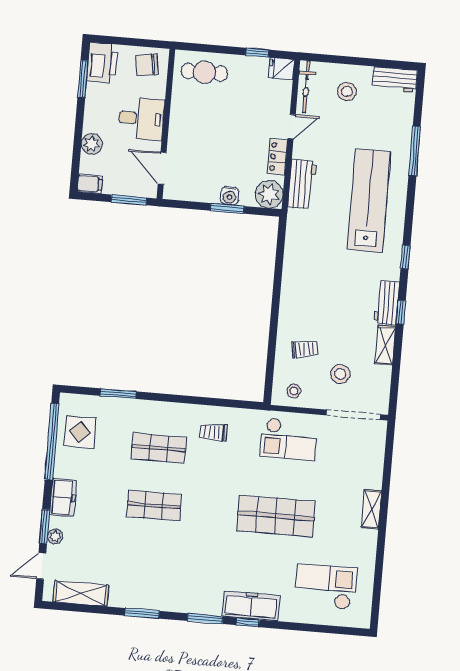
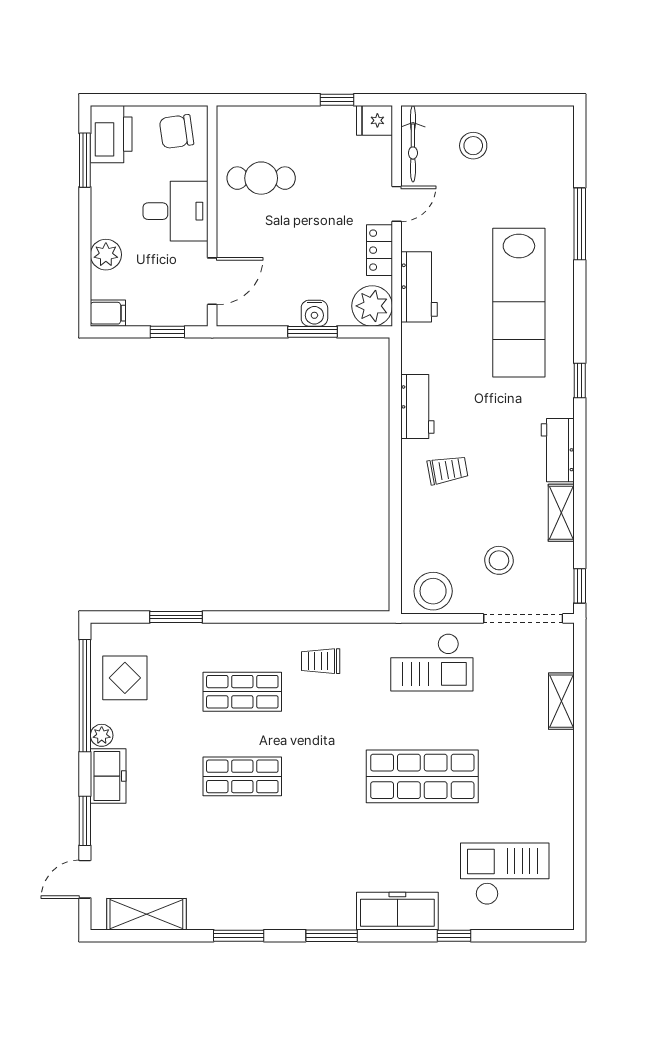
cafe table: (204, 72) -> (261, 178), moved
workbench: (395, 79) -> (417, 407), moved, turned -90
door: (162, 168) -> (212, 281), swing flipped
window: (129, 200) -> (167, 332), width x0.67
lab bench: (369, 201) -> (519, 303), turned 180
window: (401, 312) -> (580, 586), moved
trolley: (305, 349) -> (448, 470), moved
stool: (294, 391) -> (433, 591), width x1.89, depth x1.89
shelving: (371, 509) -> (561, 701), moved
plant: (55, 536) -> (102, 735), moved
window: (248, 622) -> (454, 936), moved

